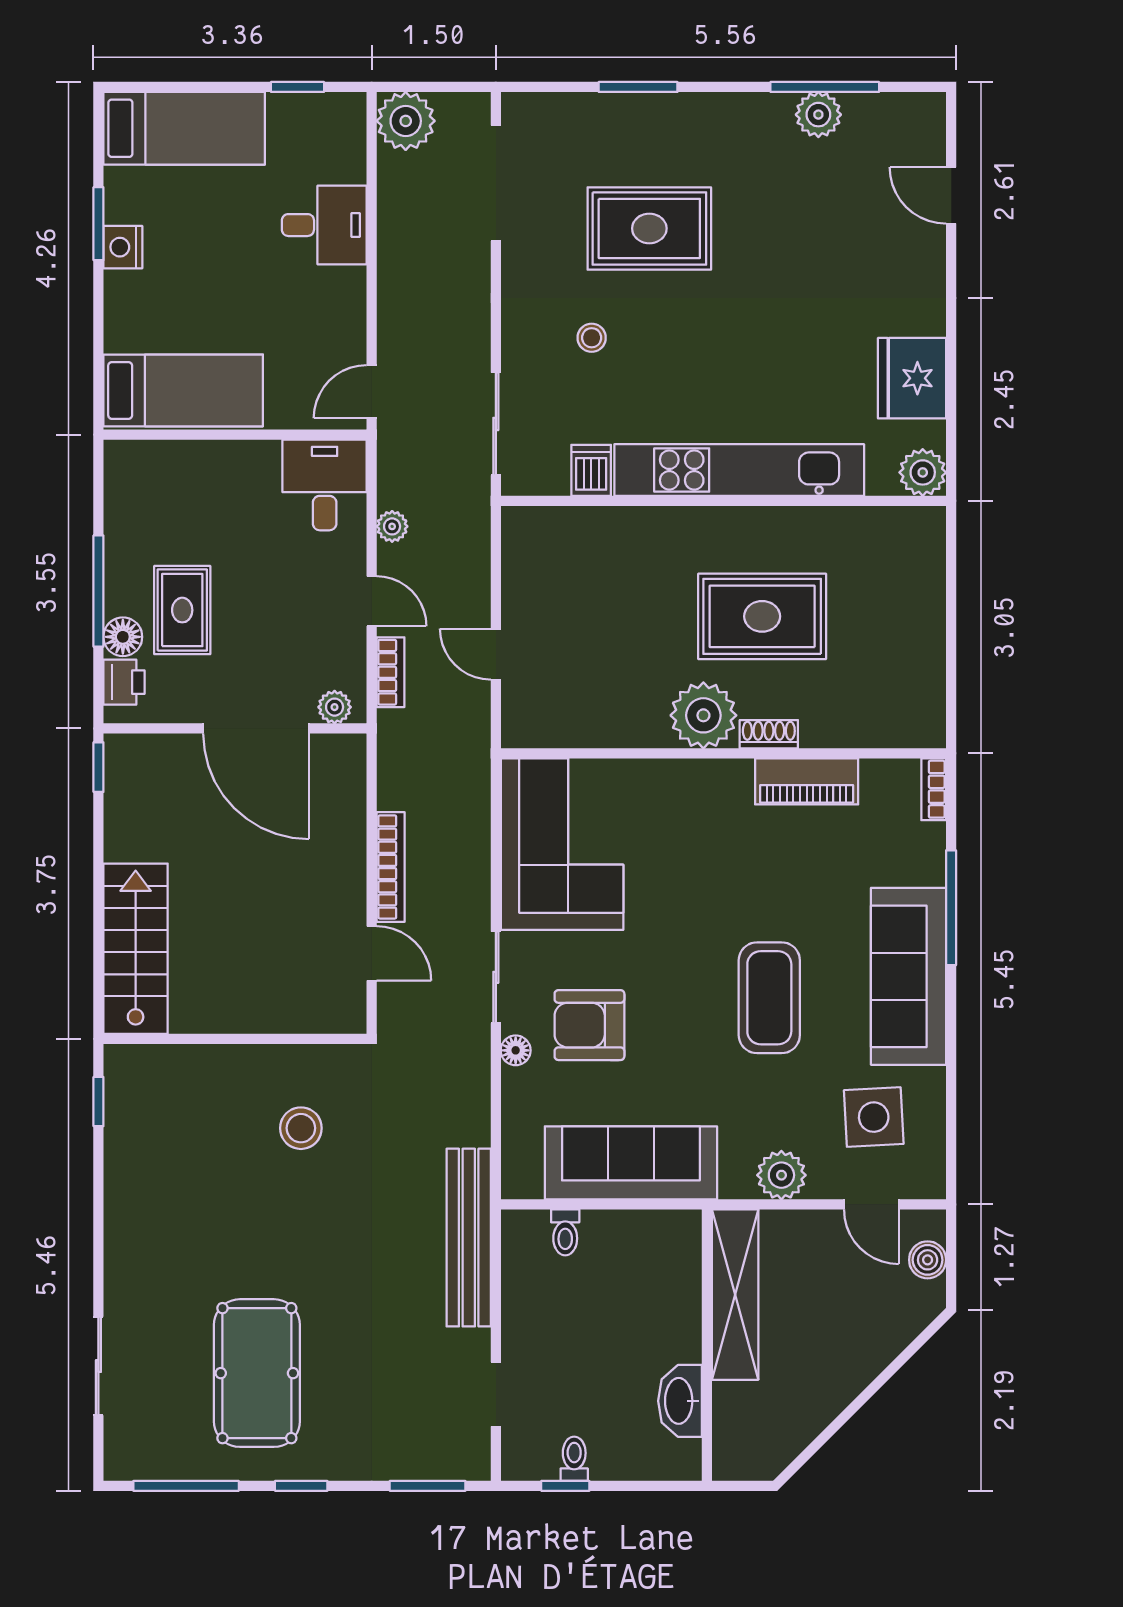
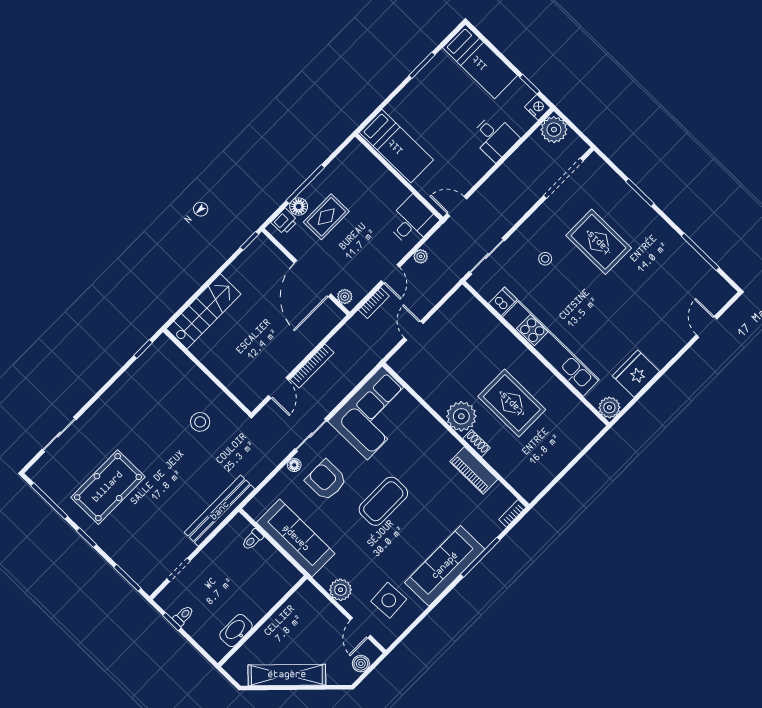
plant: (818, 115) -> (689, 259), removed
nightstand: (123, 247) -> (538, 107), moved, turned 90
coffee table: (769, 998) -> (383, 501), moved
shelving: (735, 1295) -> (287, 675), moved, turned 45

